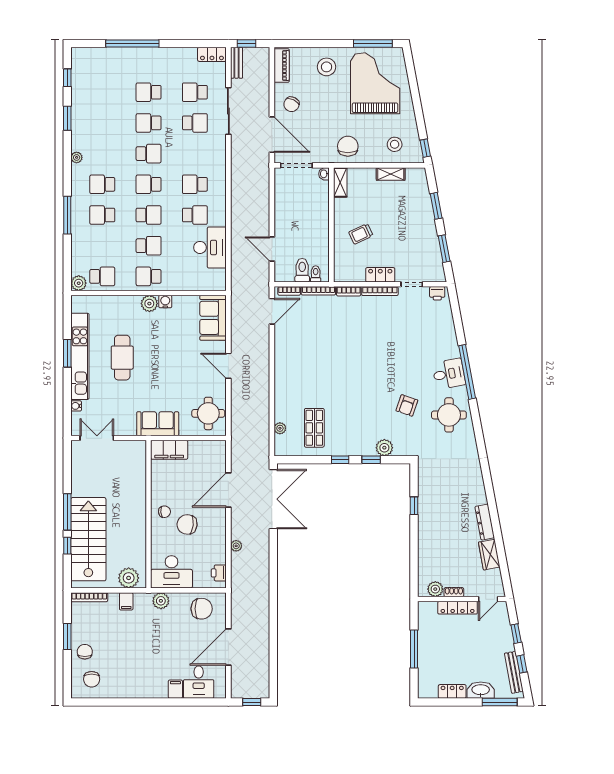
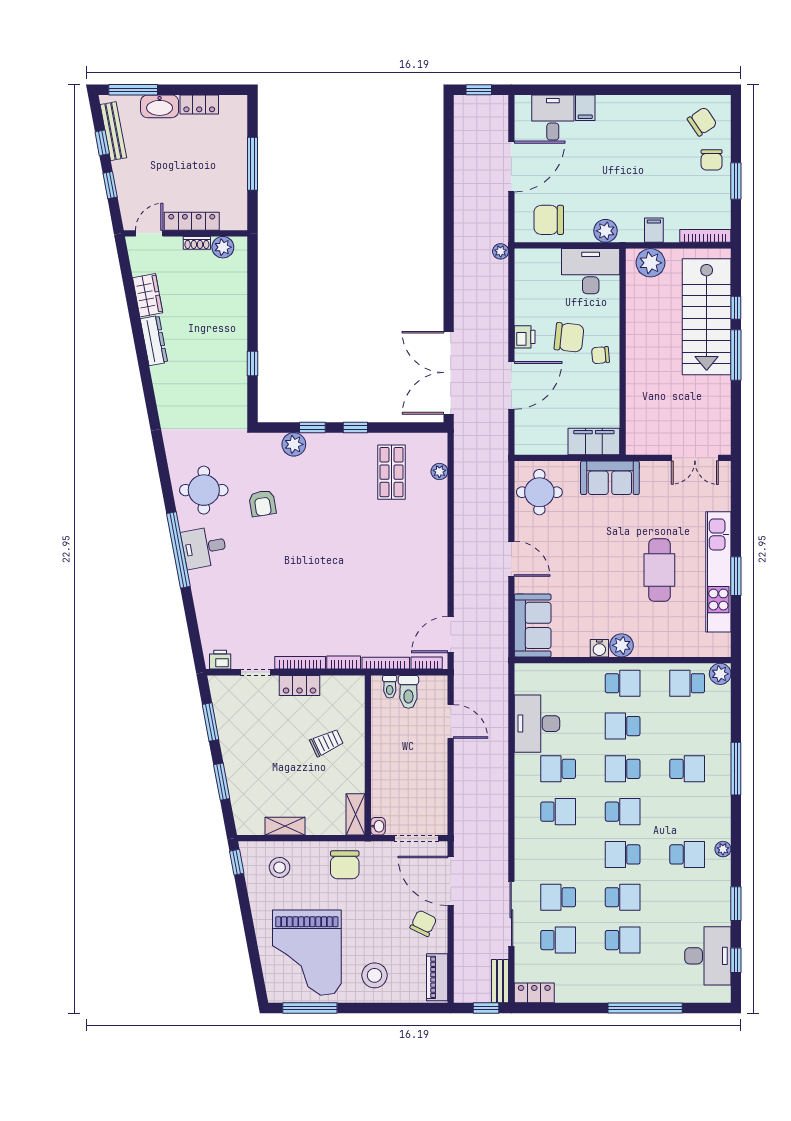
desk: (87, 81) -> (708, 956), added
school desk: (102, 184) -> (687, 854), moved
armchair: (407, 405) -> (262, 503), turned 152
water cooler: (76, 406) -> (724, 503), removed
plant: (236, 546) -> (501, 251), moved
printer: (219, 573) -> (525, 337), moved
chair: (92, 679) -> (702, 122), turned 56

